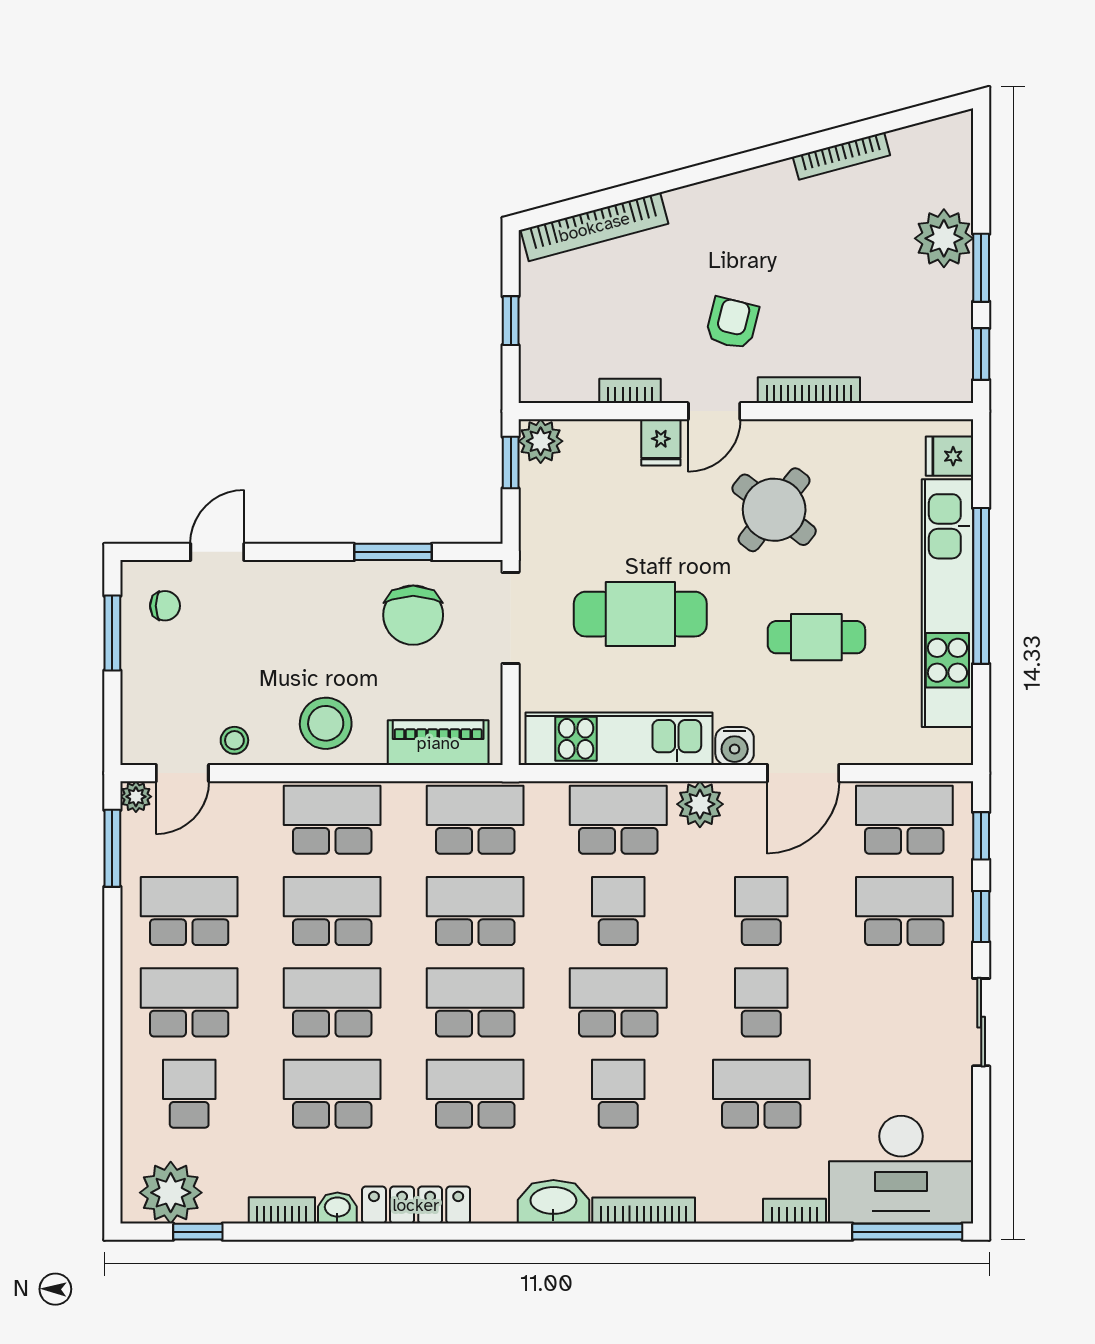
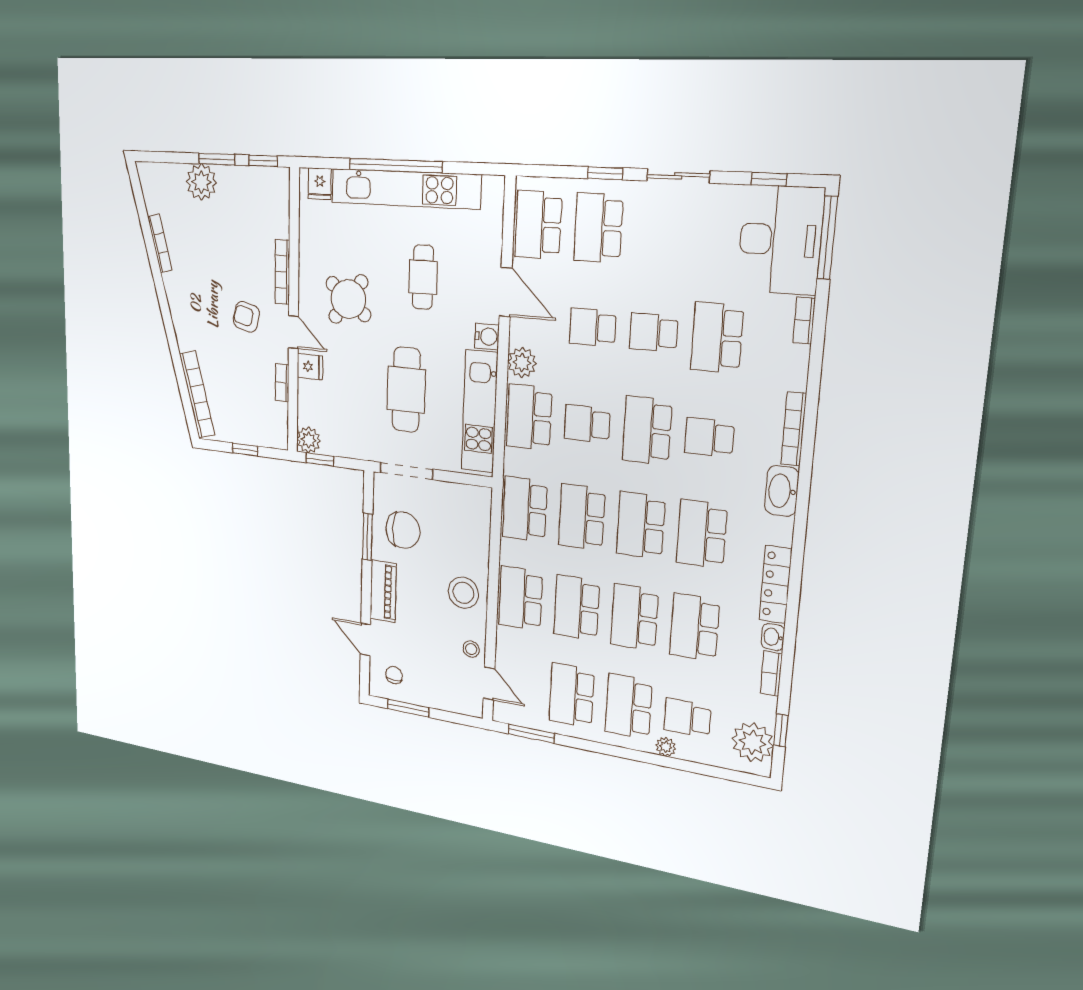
piano: (438, 743) -> (383, 591), moved, turned 180
plant: (136, 797) -> (666, 747), moved
window: (981, 836) -> (769, 179), moved

